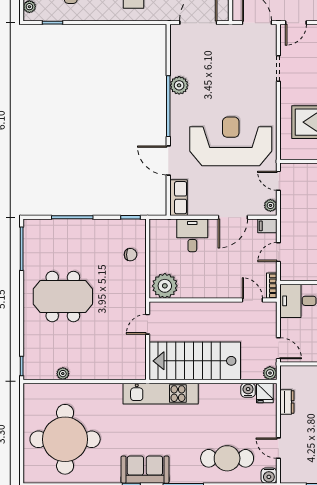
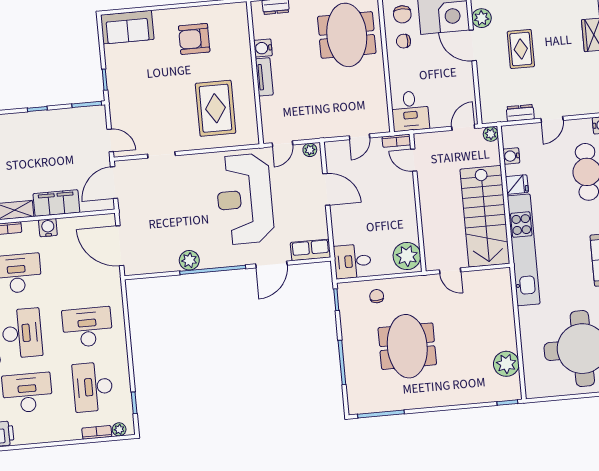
filing cabinet: (267, 226) -> (332, 151), removed
desk: (192, 235) -> (352, 261), moved
door: (278, 252) -> (359, 137), hinge flipped
meeting table: (63, 297) -> (407, 346), moved
door: (252, 300) -> (414, 160), hinge flipped
plant: (63, 374) -> (506, 364), width x1.87, depth x1.87
fridge: (265, 393) -> (517, 185), moved
kitchen unit: (161, 394) -> (524, 250), width x1.36
door: (278, 448) -> (552, 119), moved

